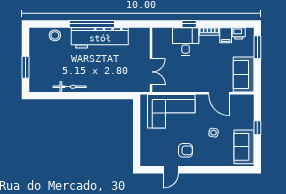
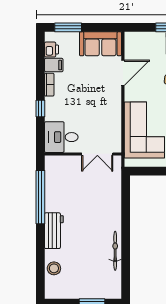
window: (92, 24) -> (40, 197), moved
workbench: (100, 38) -> (54, 231), width x0.53, depth x0.76
desk: (186, 42) -> (61, 137), moved
double door: (151, 72) -> (97, 154), swing flipped

